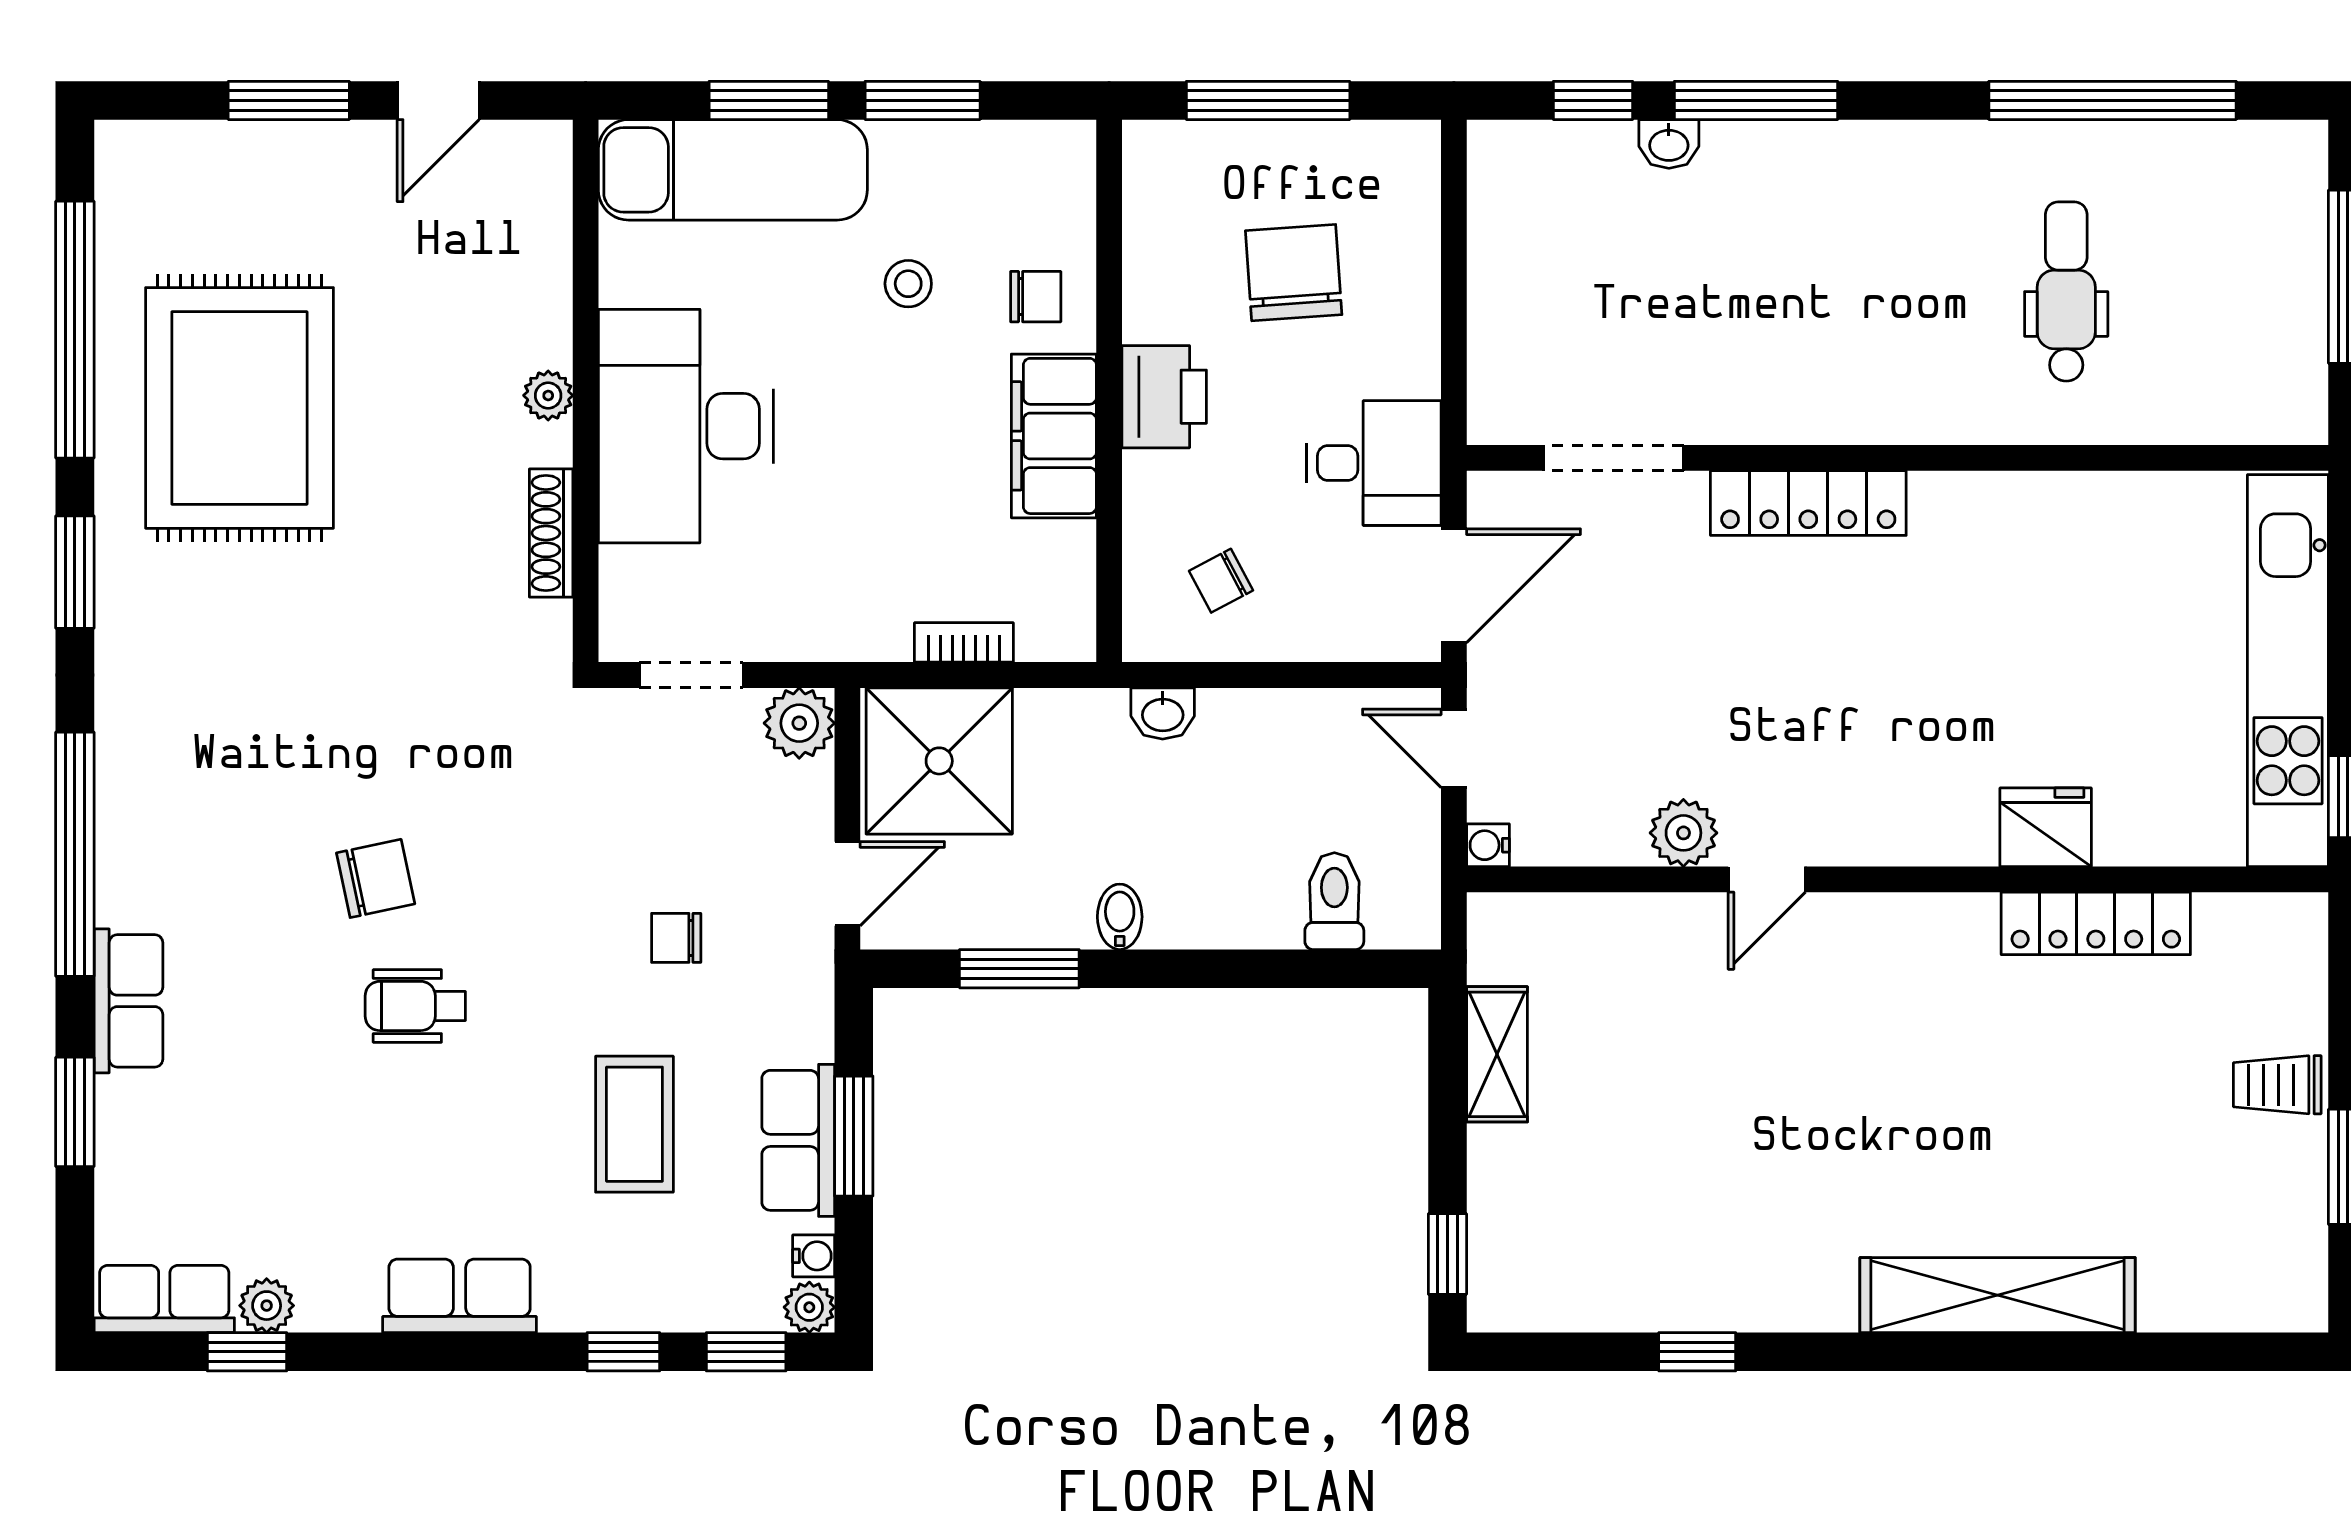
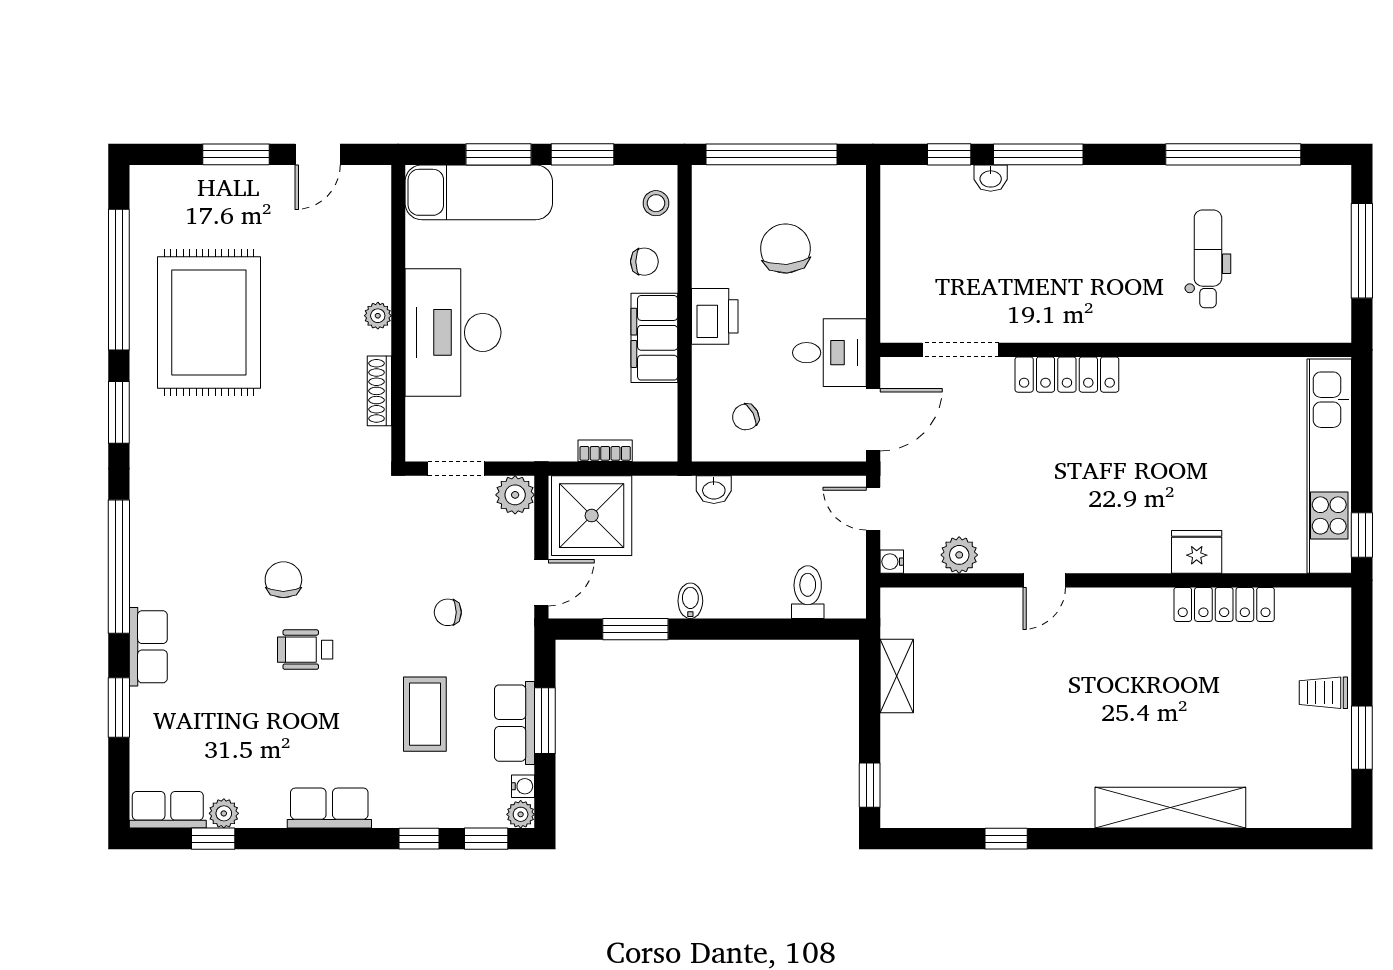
window: (1268, 100) -> (771, 154), width x1.46
stool: (908, 284) -> (656, 203), moved
plant: (1683, 833) -> (959, 555), moved
chair: (376, 878) -> (283, 580), turned -78

